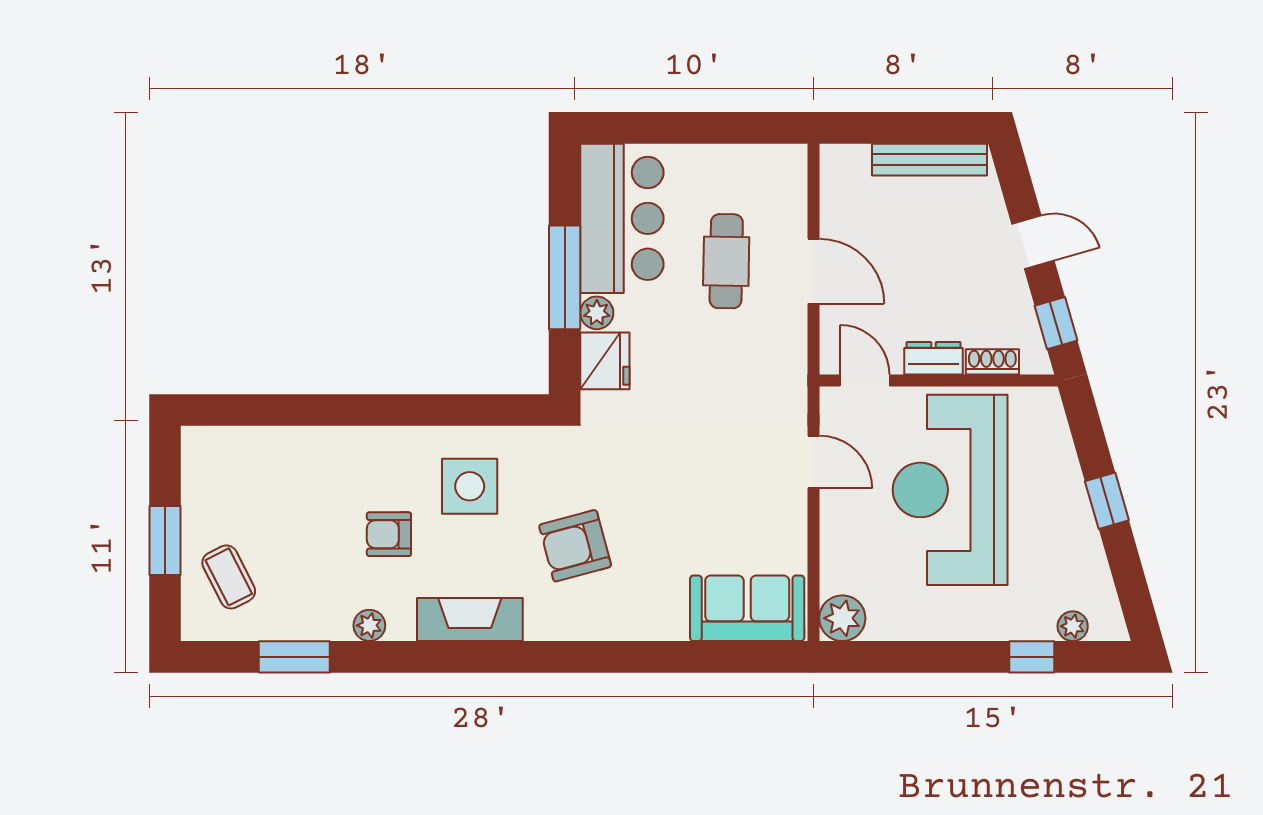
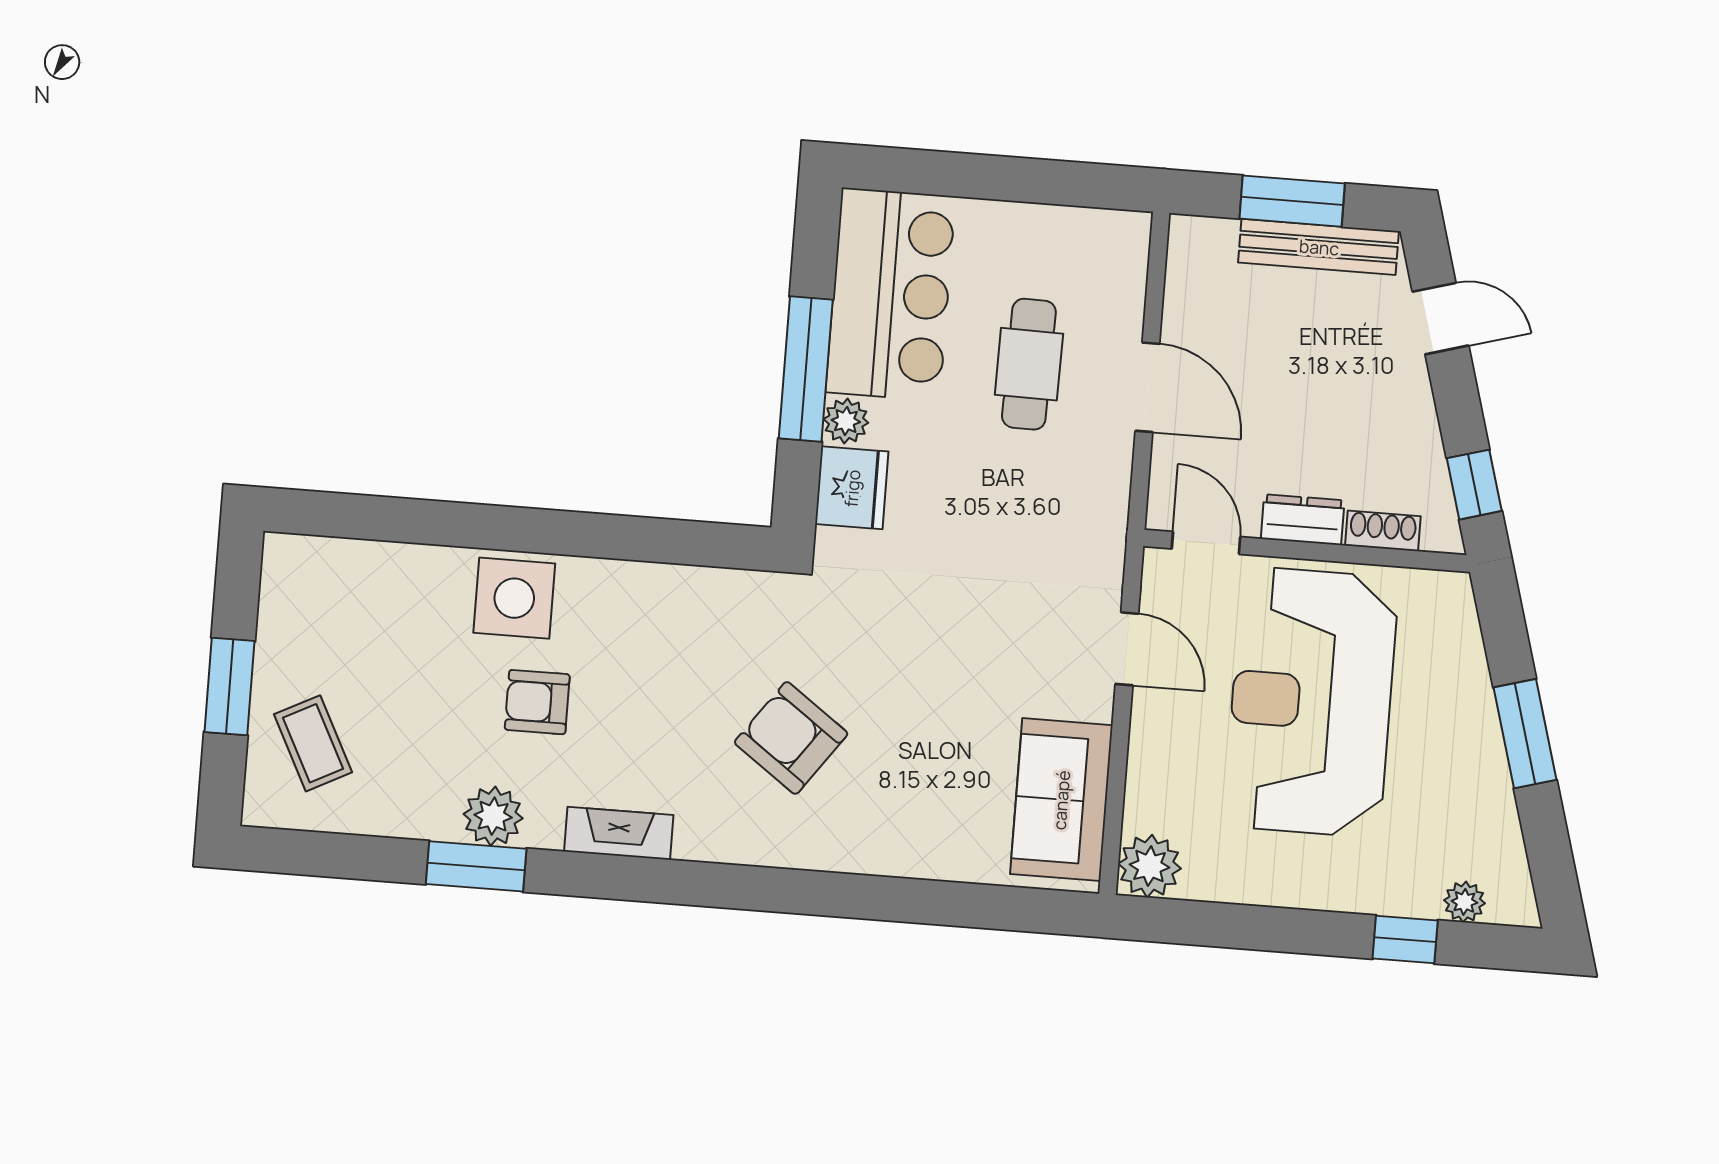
window: (908, 128) -> (1292, 201), added
door: (1033, 242) -> (1441, 319), moved
side table: (470, 486) -> (514, 598), moved
window: (1107, 501) -> (1525, 734), width x1.50
armchair: (575, 546) -> (791, 738), turned 51
sofa: (747, 608) -> (1061, 800), moved, turned -90
fireplace: (470, 619) -> (619, 833), width x0.73, depth x0.76
plant: (369, 625) -> (493, 816), width x1.38, depth x1.38
window: (294, 657) -> (476, 866), moved

